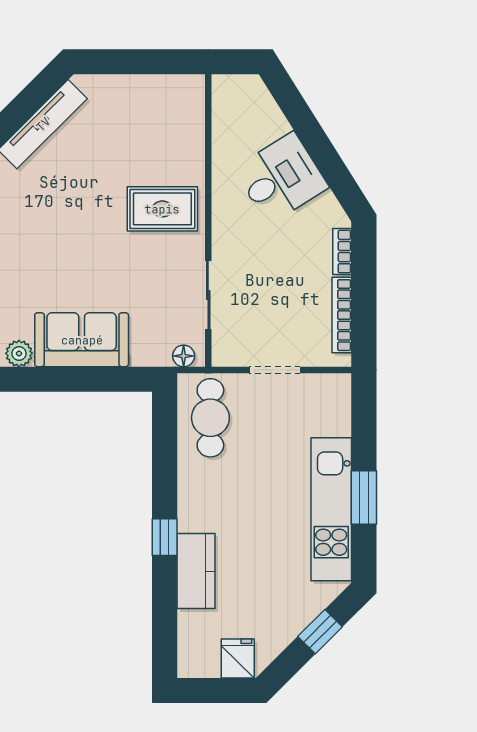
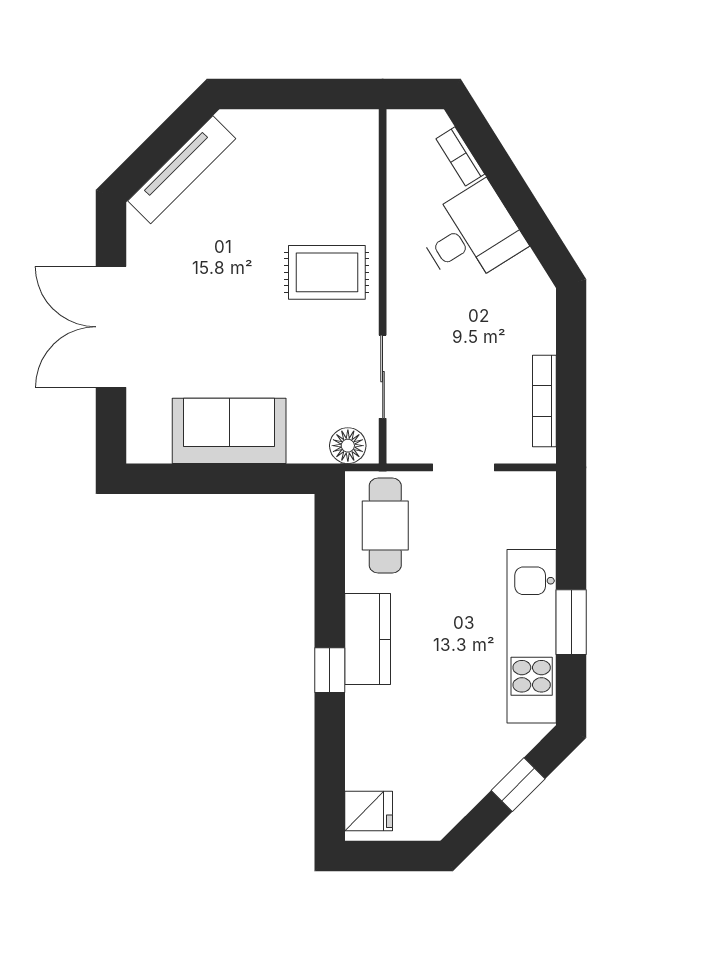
bookcase: (342, 252) -> (460, 156), moved, turned -32
plant: (19, 353) -> (153, 448), removed
floor lamp: (184, 356) -> (348, 446), width x1.37, depth x1.37
kitchen counter: (196, 571) -> (368, 639), moved
fridge: (238, 658) -> (369, 811), moved, turned 90

